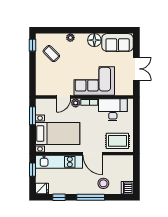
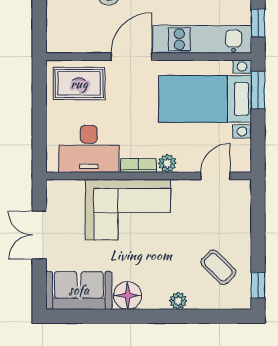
door: (63, 97) -> (215, 176), moved
window: (32, 116) -> (258, 90), moved
door: (93, 154) -> (131, 57), hinge flipped

